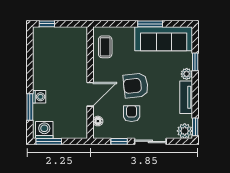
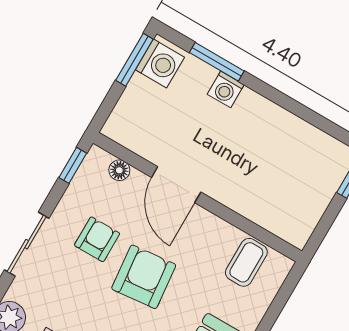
coffee table: (105, 47) -> (246, 262), turned 90
armchair: (132, 114) -> (97, 239), turned -90
window: (119, 141) -> (73, 165), moved

